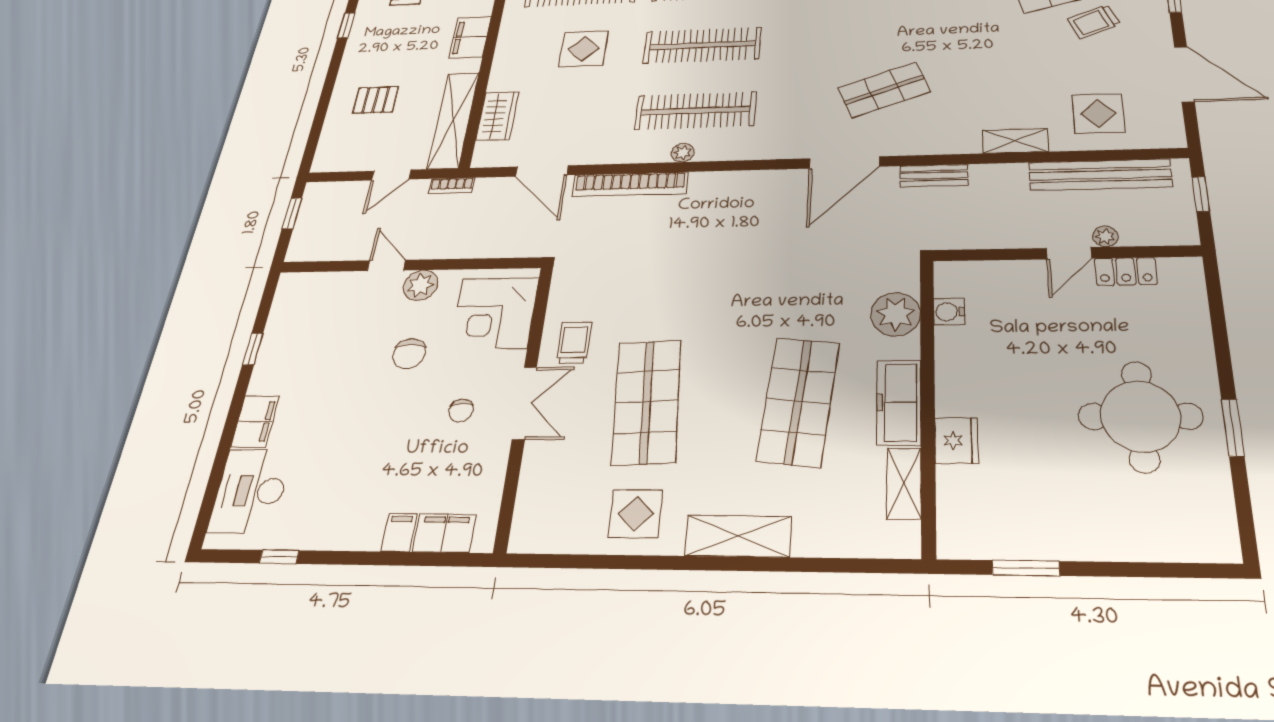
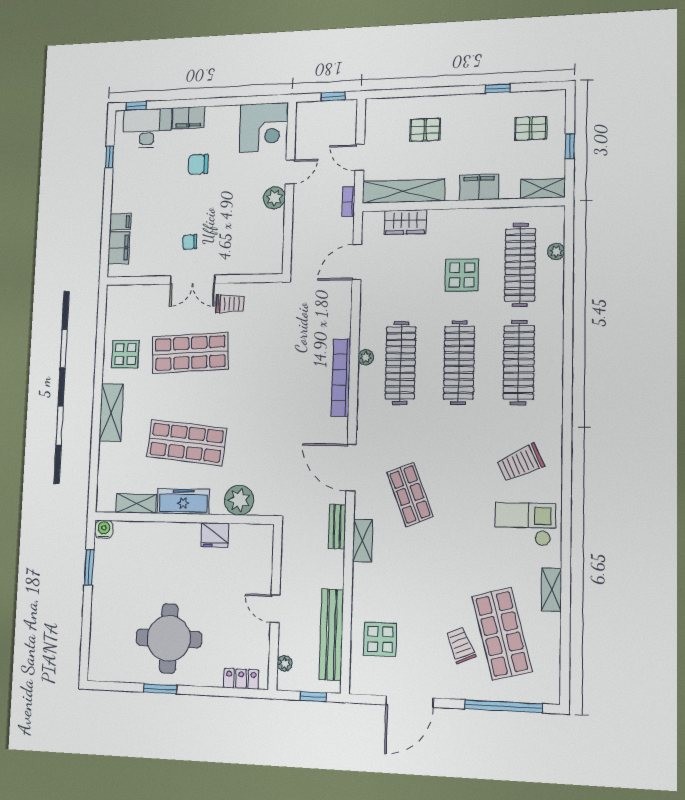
pallet: (376, 100) -> (425, 130), turned 90
shelving: (1015, 141) -> (362, 540), moved
bookcase: (630, 184) -> (341, 378), moved
plant: (1105, 237) -> (285, 663), moved
locker: (1126, 271) -> (241, 679), moved, turned 90
water cooler: (949, 312) -> (104, 529), moved
corner desk: (495, 313) -> (264, 127), moved, turned 180
window: (253, 349) -> (136, 106), moved
chair: (409, 354) -> (198, 164), moved
fridge: (956, 441) -> (215, 535), moved

